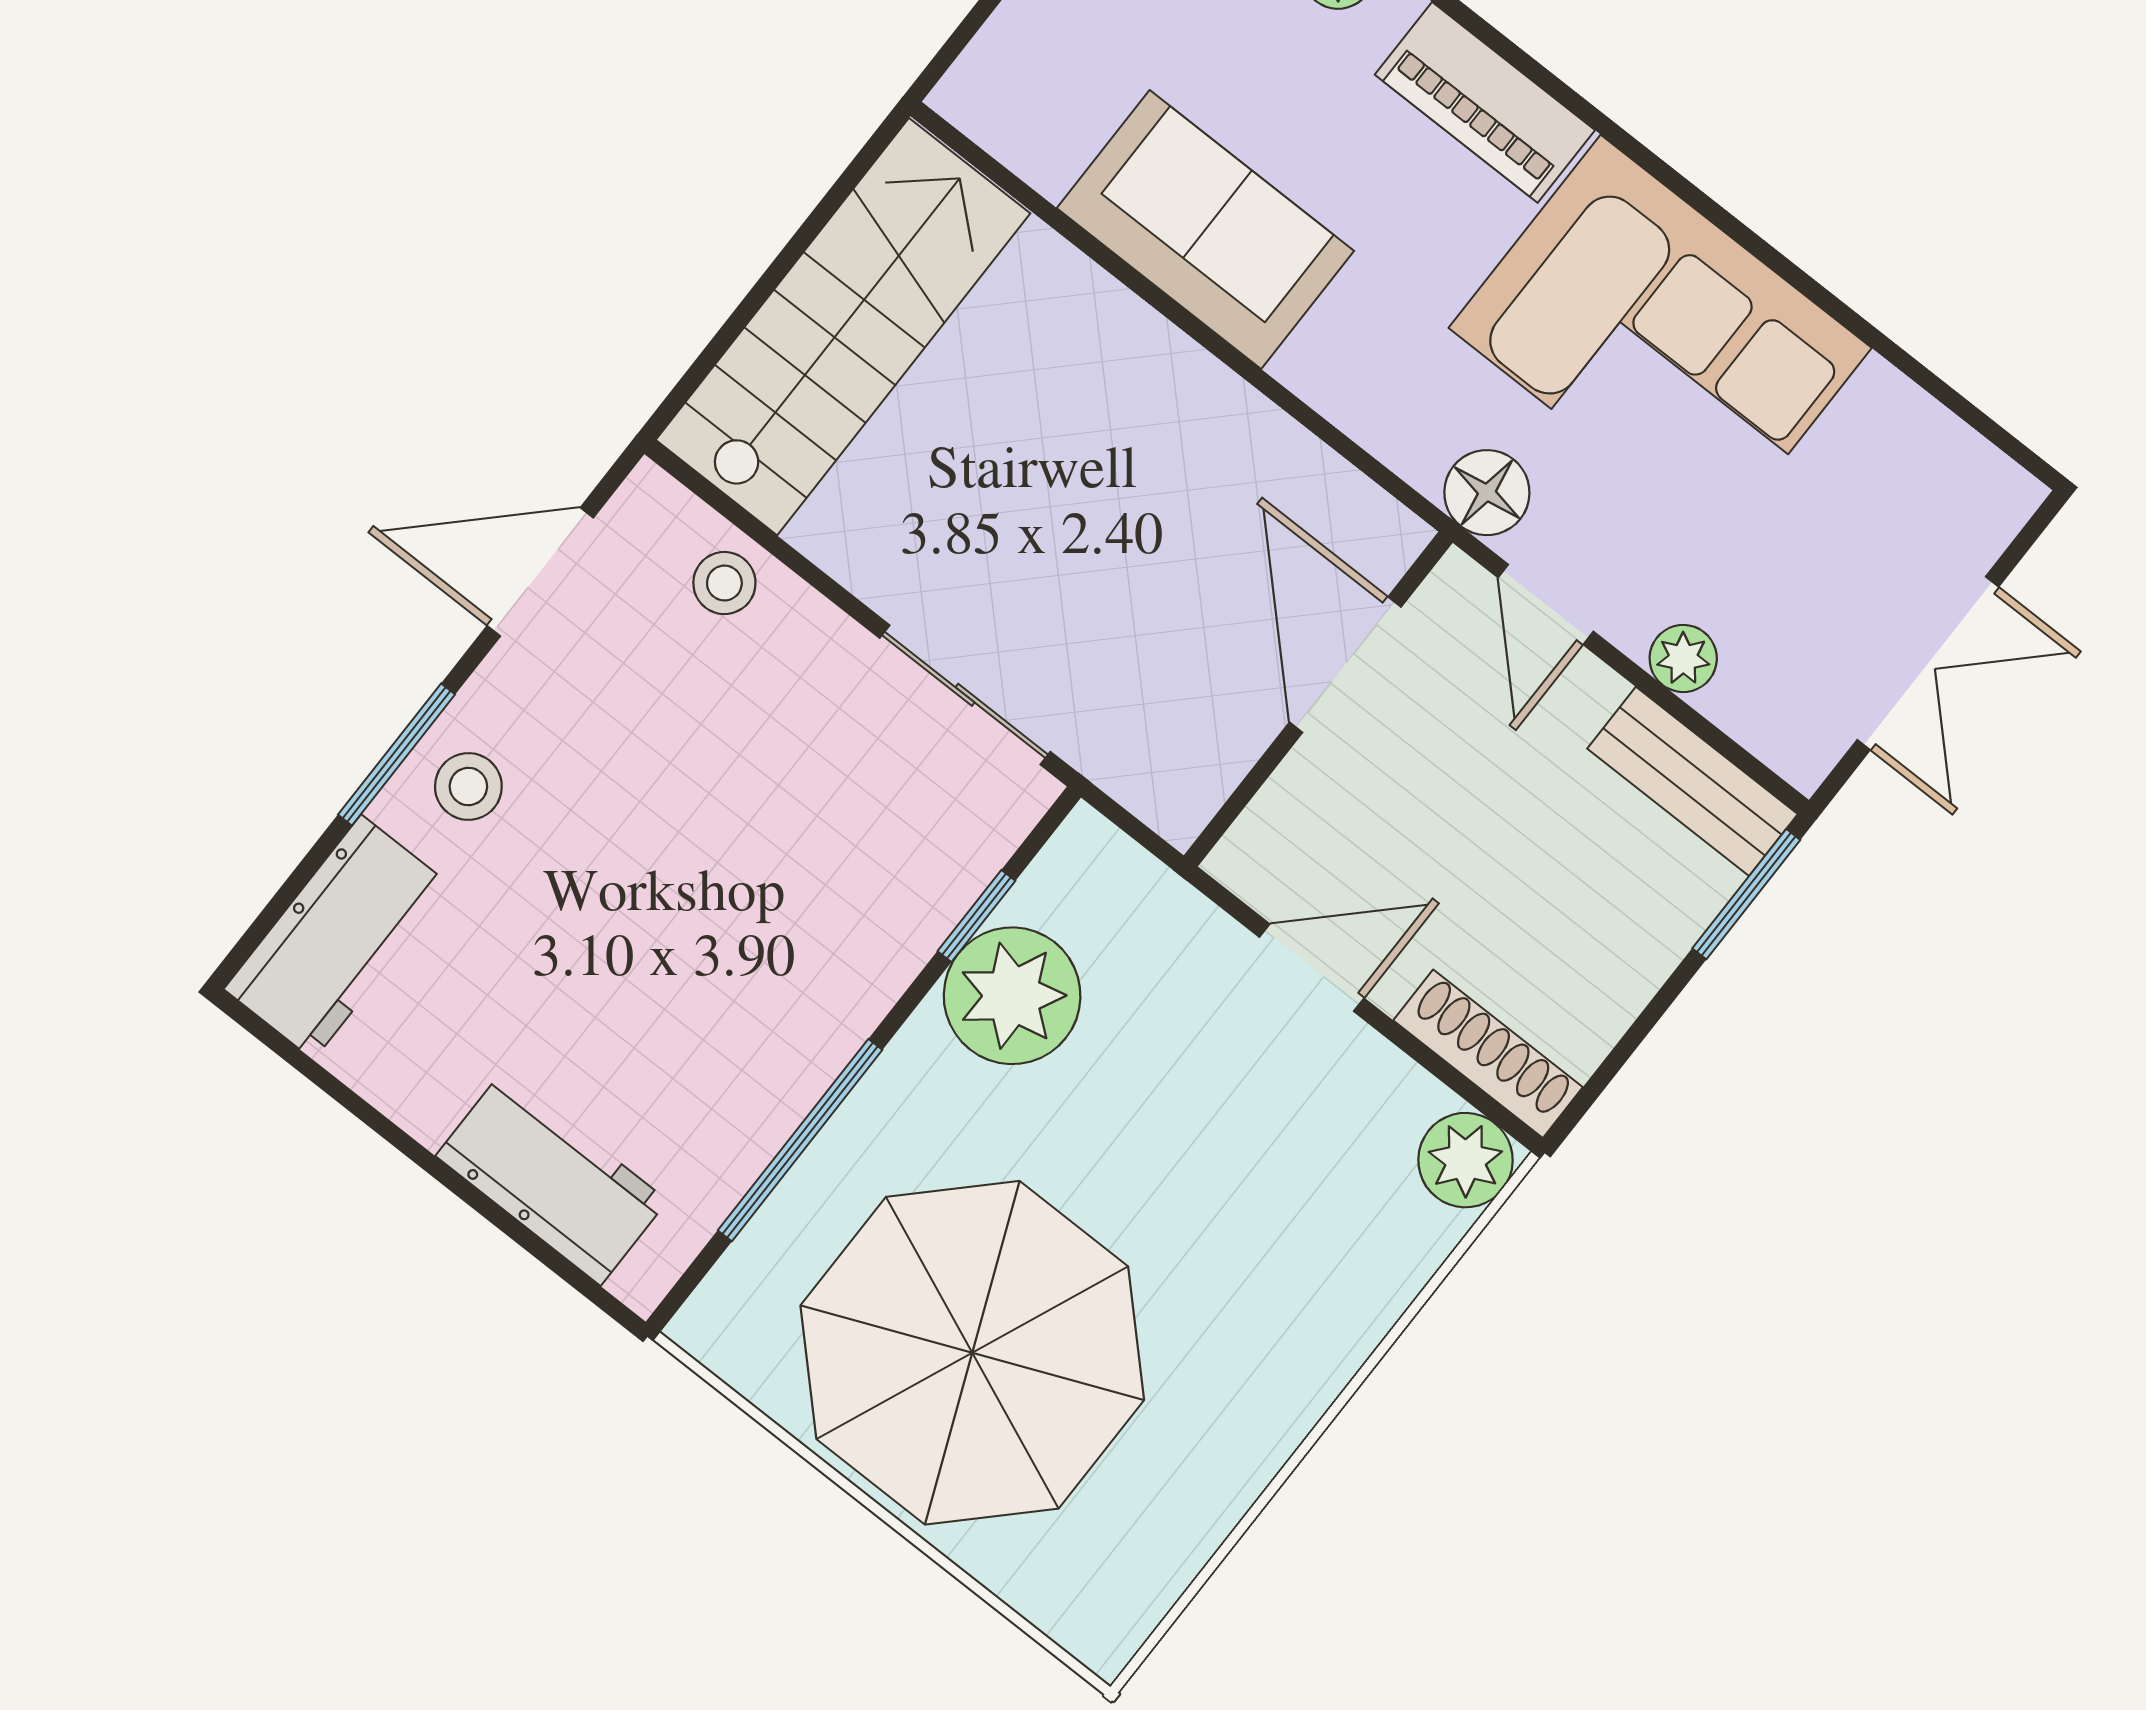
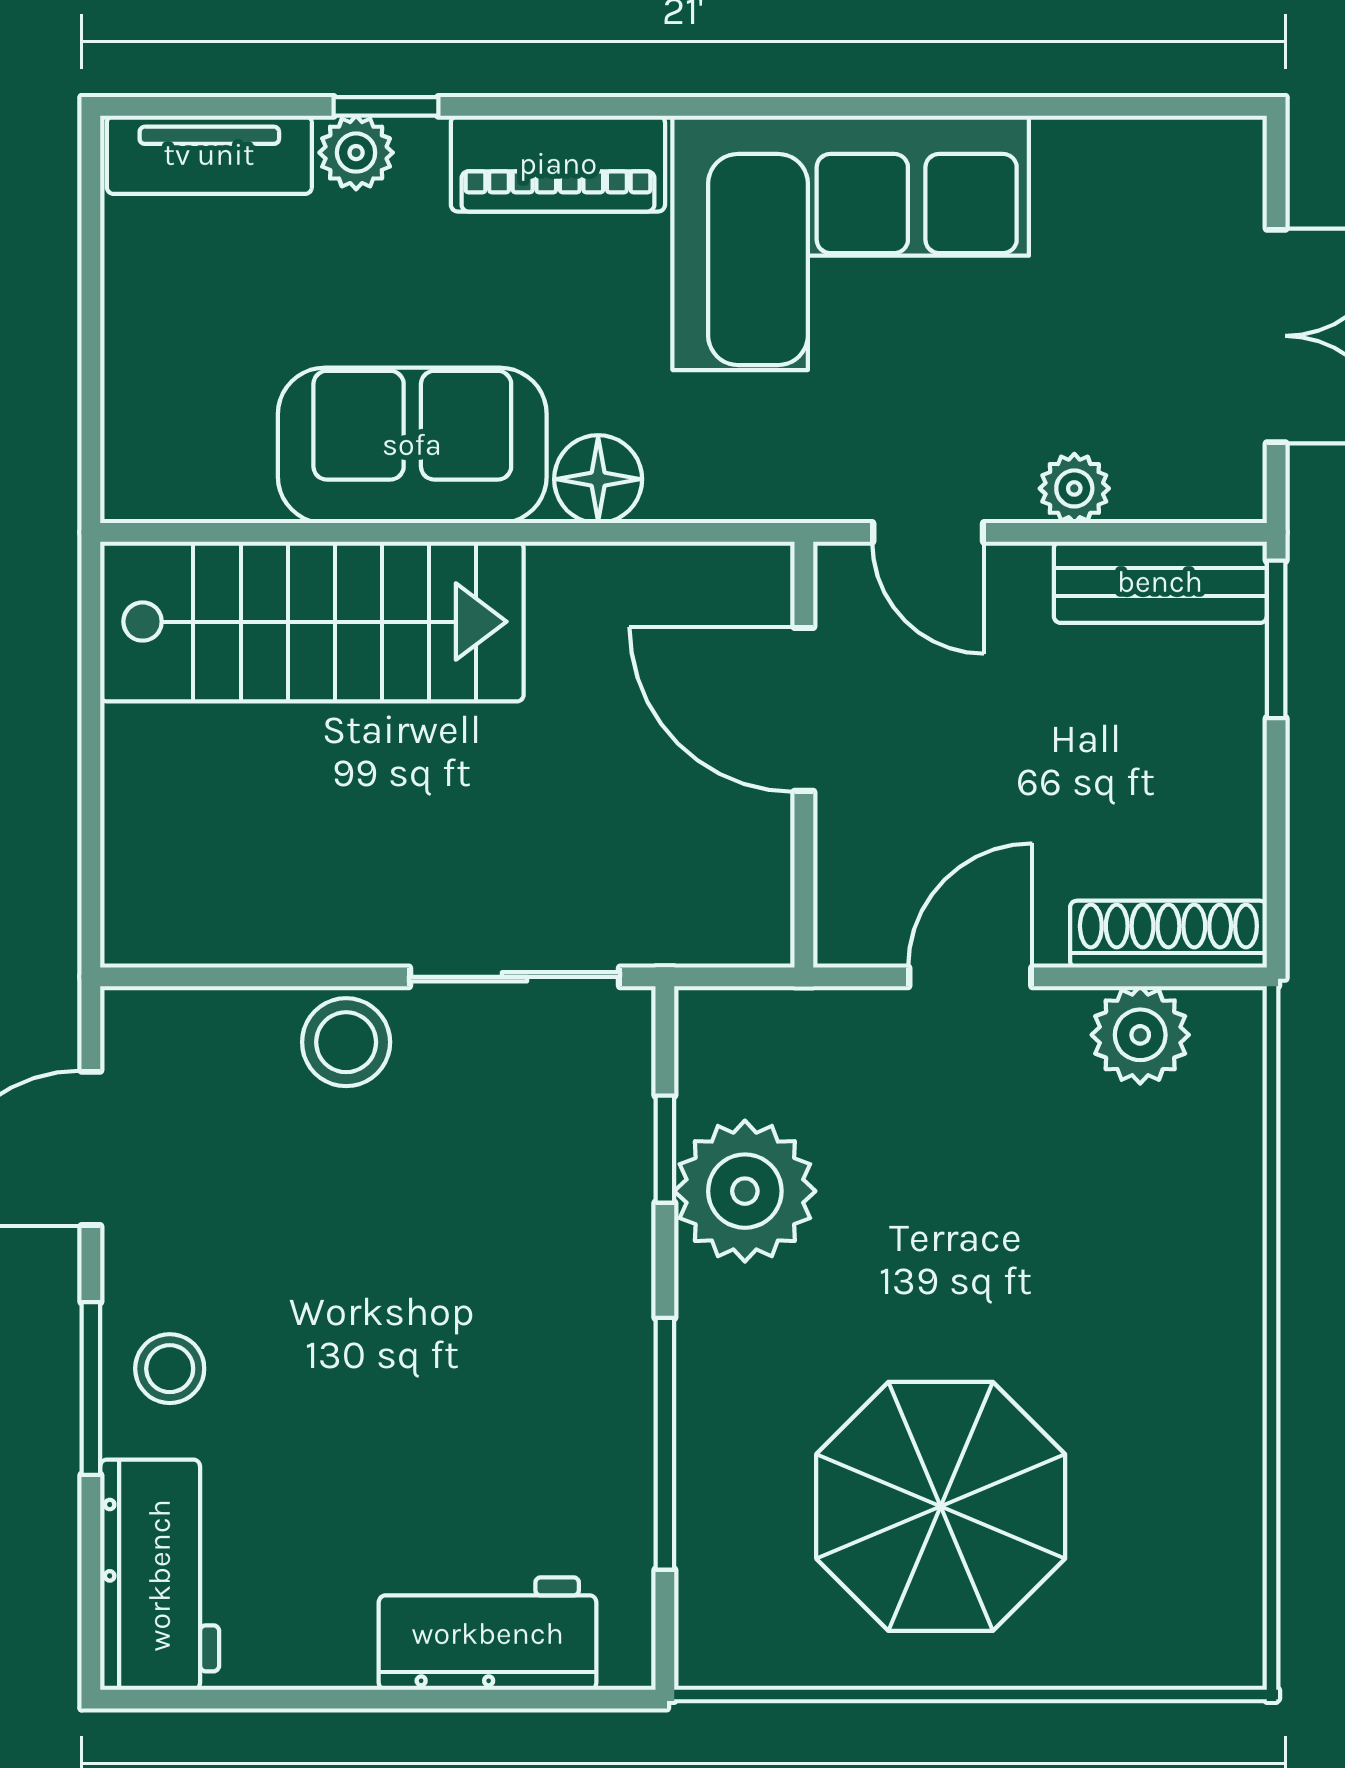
stairs: (843, 327) -> (312, 622), moved, turned 90
floor lamp: (1487, 493) -> (598, 479), moved
stool: (724, 583) -> (346, 1042), moved, width x1.37, depth x1.37
plant: (1465, 1160) -> (1140, 1035), moved
parasol: (972, 1353) -> (941, 1506), width x0.73, depth x0.73

